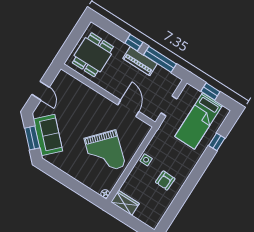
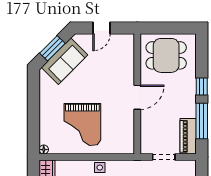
piano: (140, 61) -> (188, 136), moved
door: (128, 108) -> (137, 97), moved
grand piano: (105, 152) -> (82, 125), turned -42

